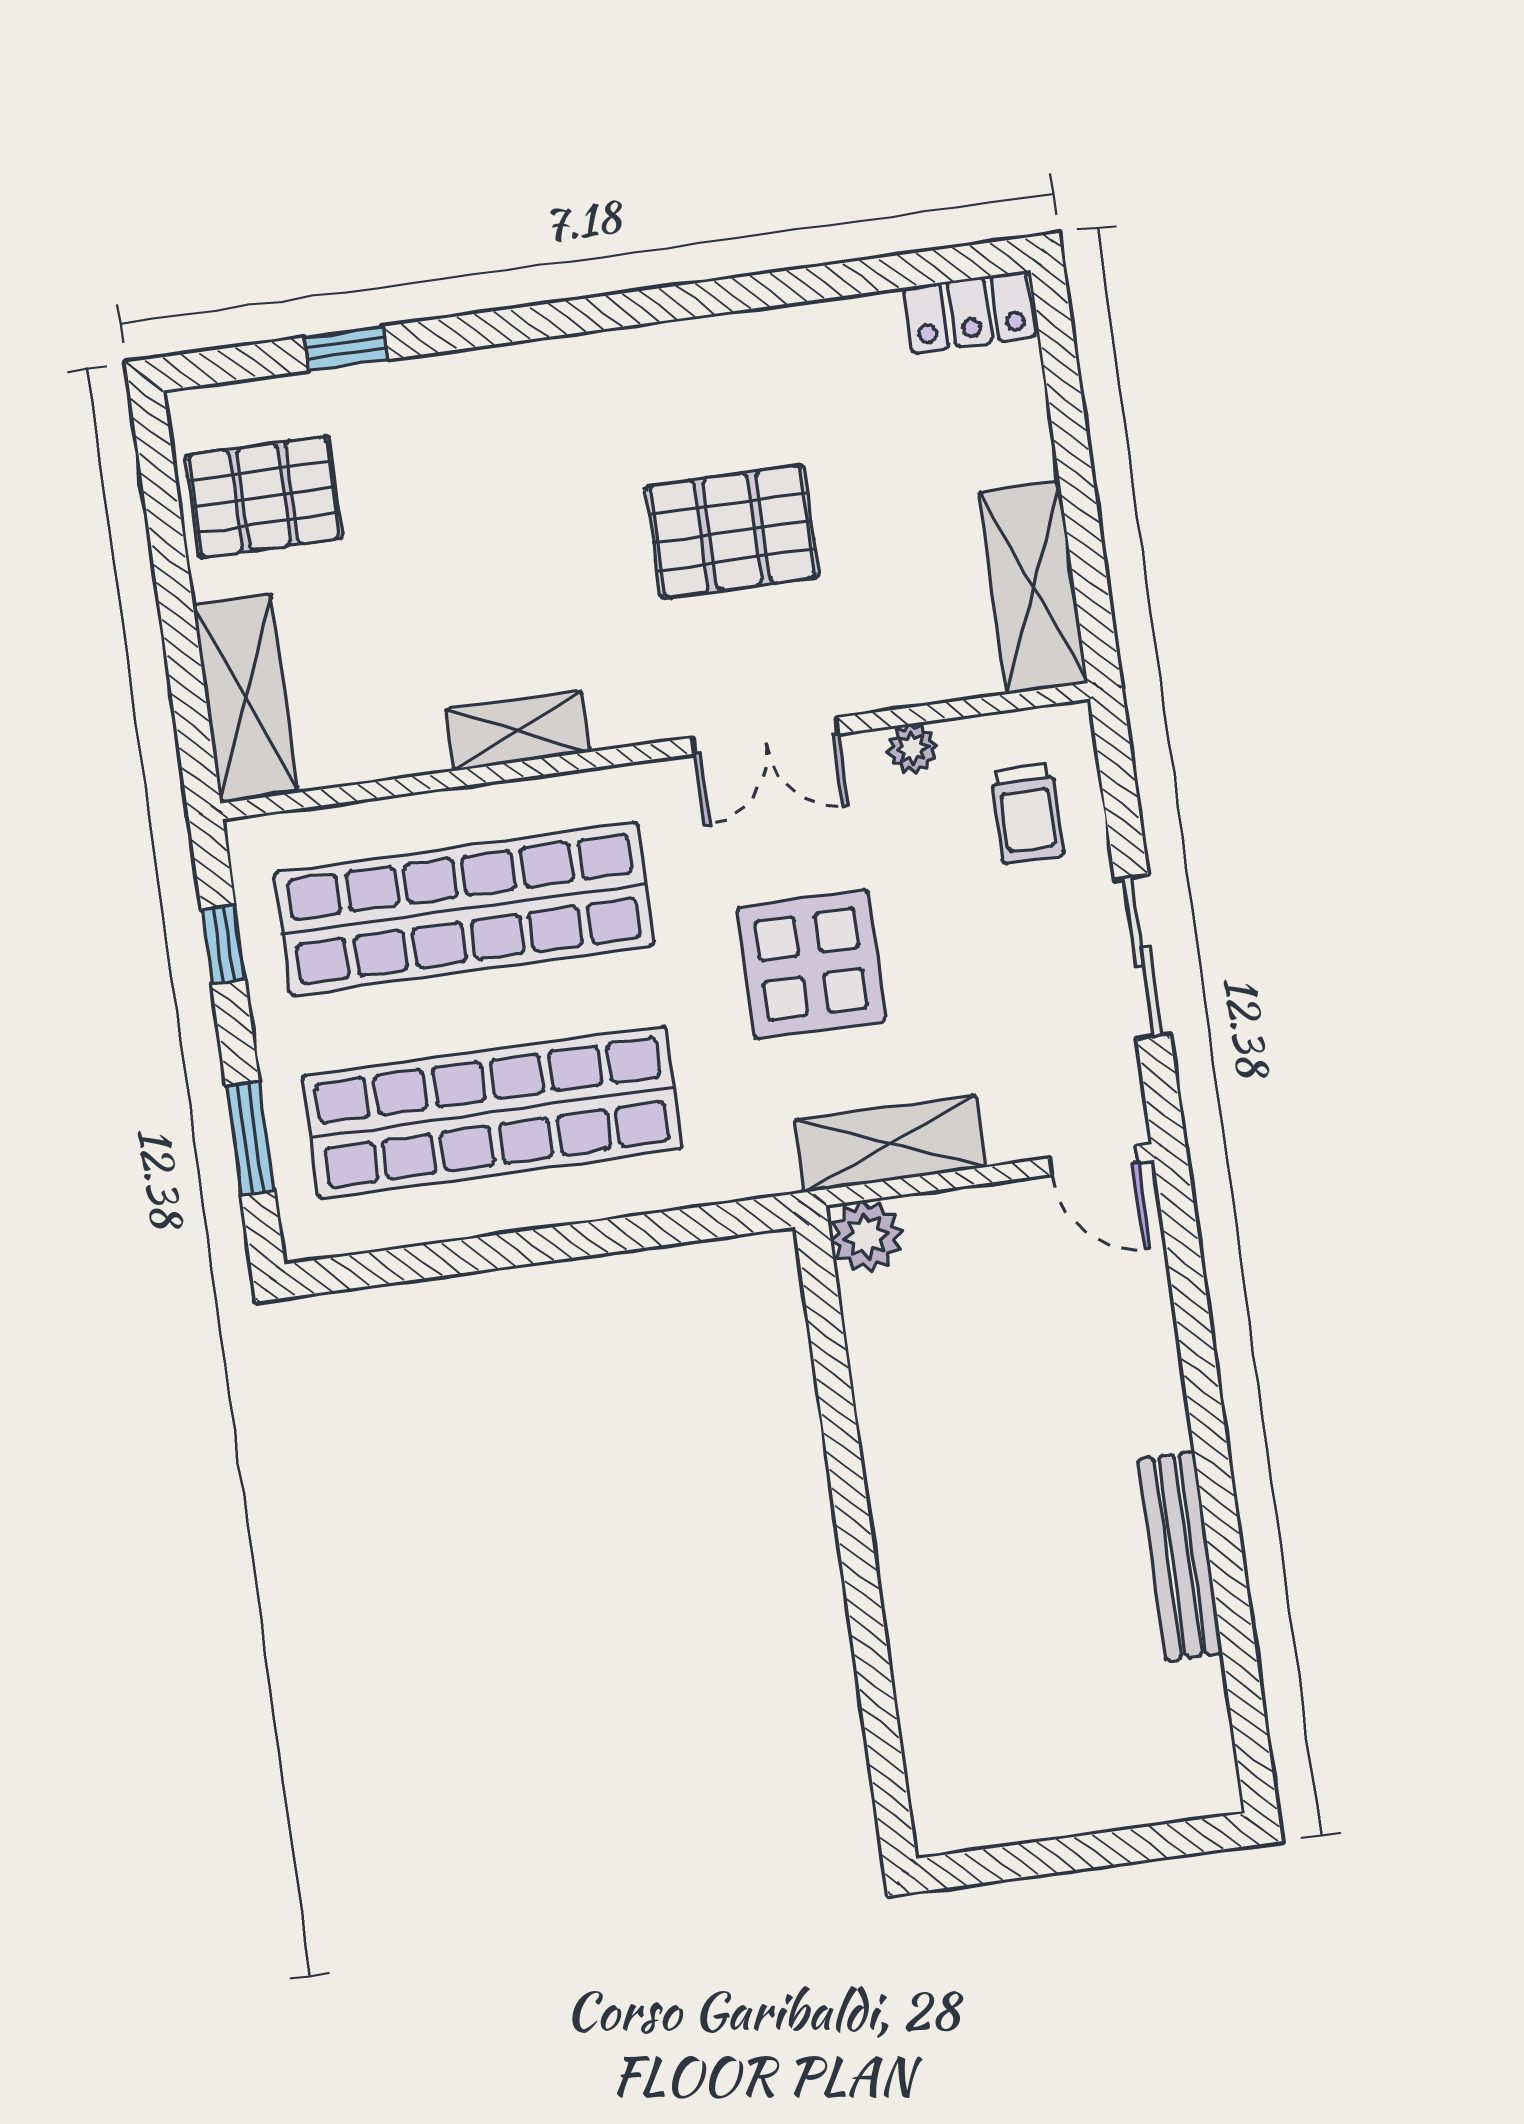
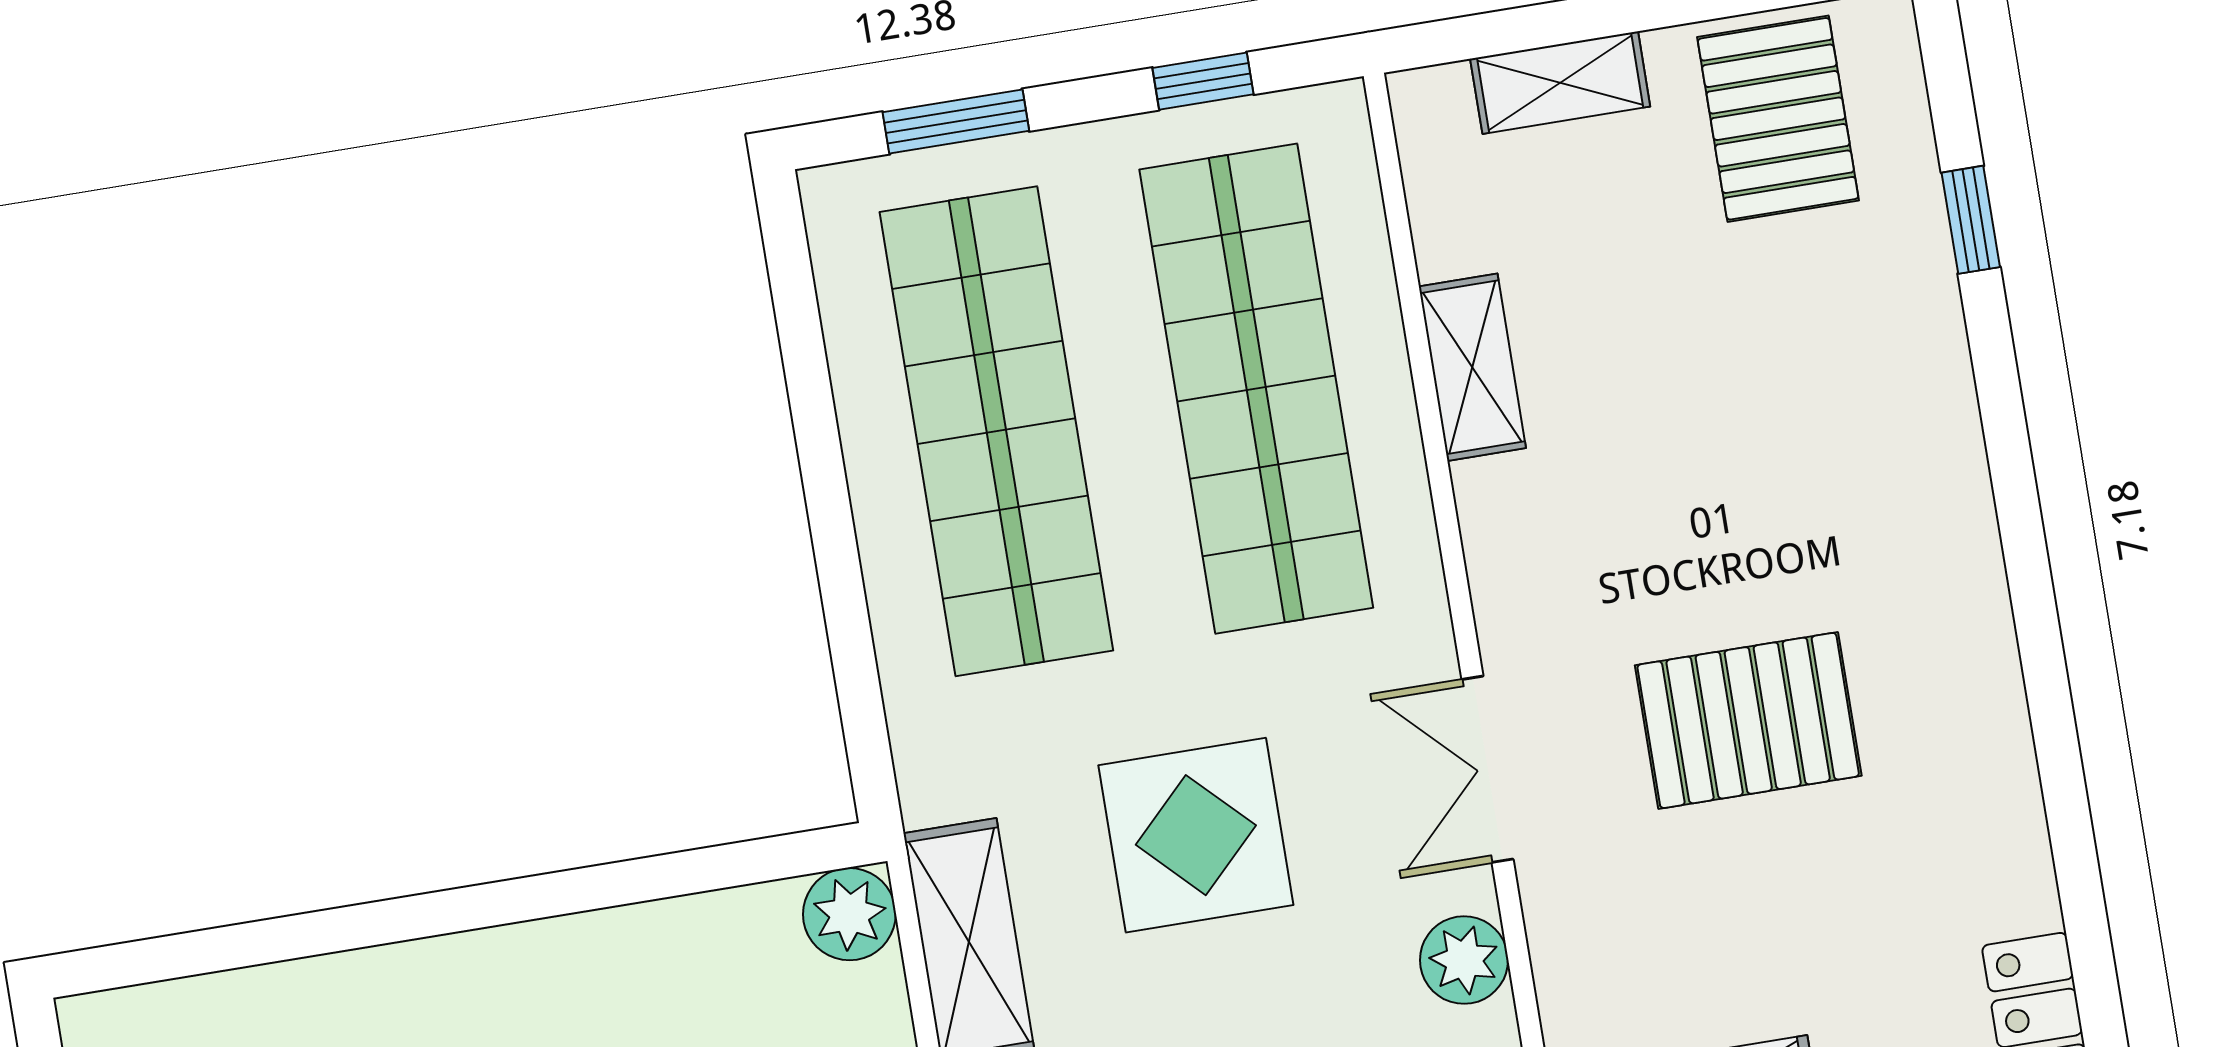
pallet: (732, 532) -> (1748, 720), turned 90
shelving: (246, 698) -> (1560, 83), width x0.67, depth x0.75
shelving: (518, 731) -> (1472, 367), moved
plant: (912, 749) -> (1464, 960), width x1.38, depth x1.38

